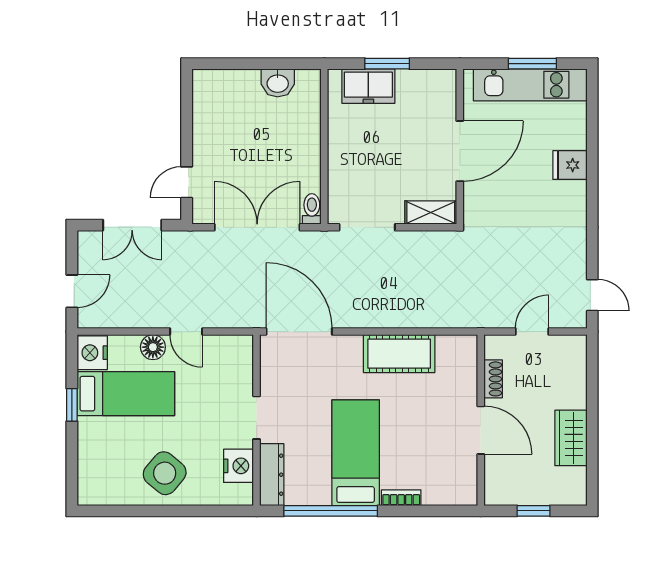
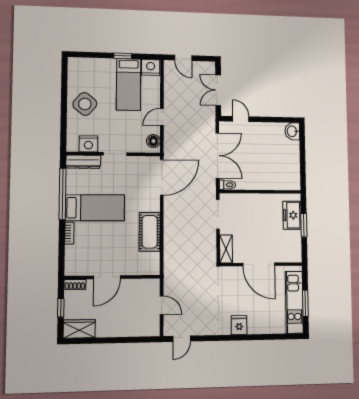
washbasin: (278, 83) -> (292, 131), moved
fridge: (570, 165) -> (239, 325), moved
floor lamp: (153, 347) -> (153, 141), moved
shoe rack: (493, 379) -> (75, 285), moved
wardrobe: (571, 438) -> (79, 329), moved

